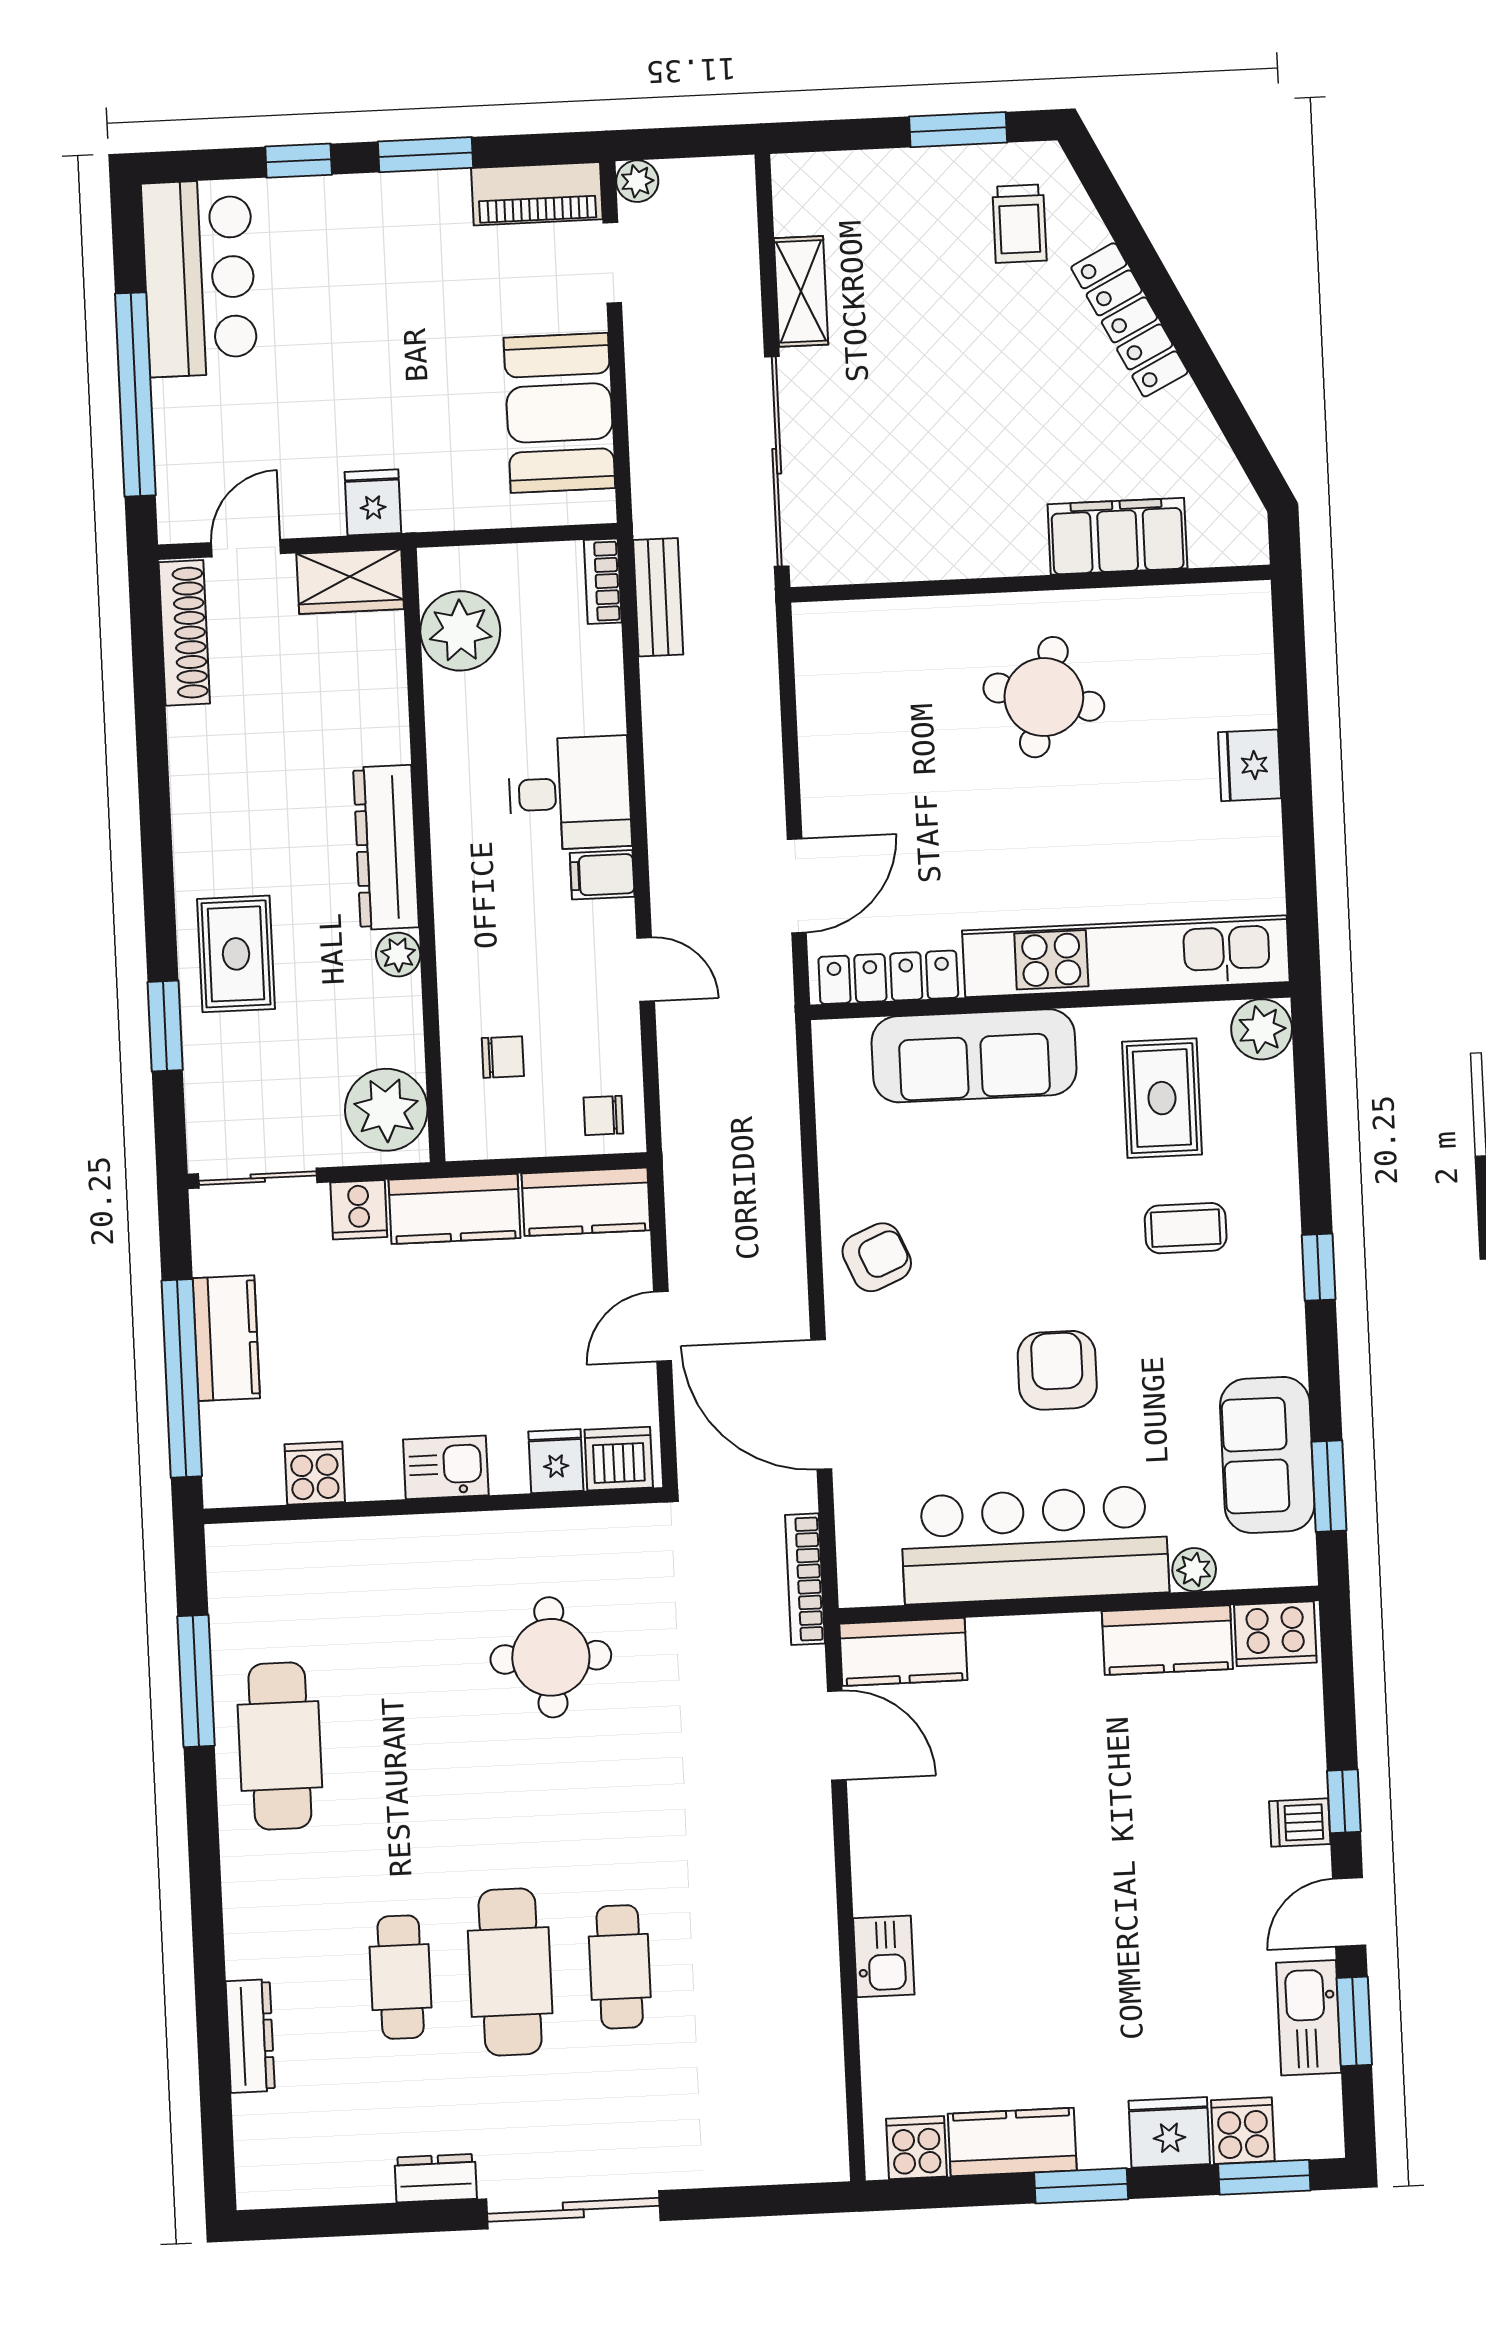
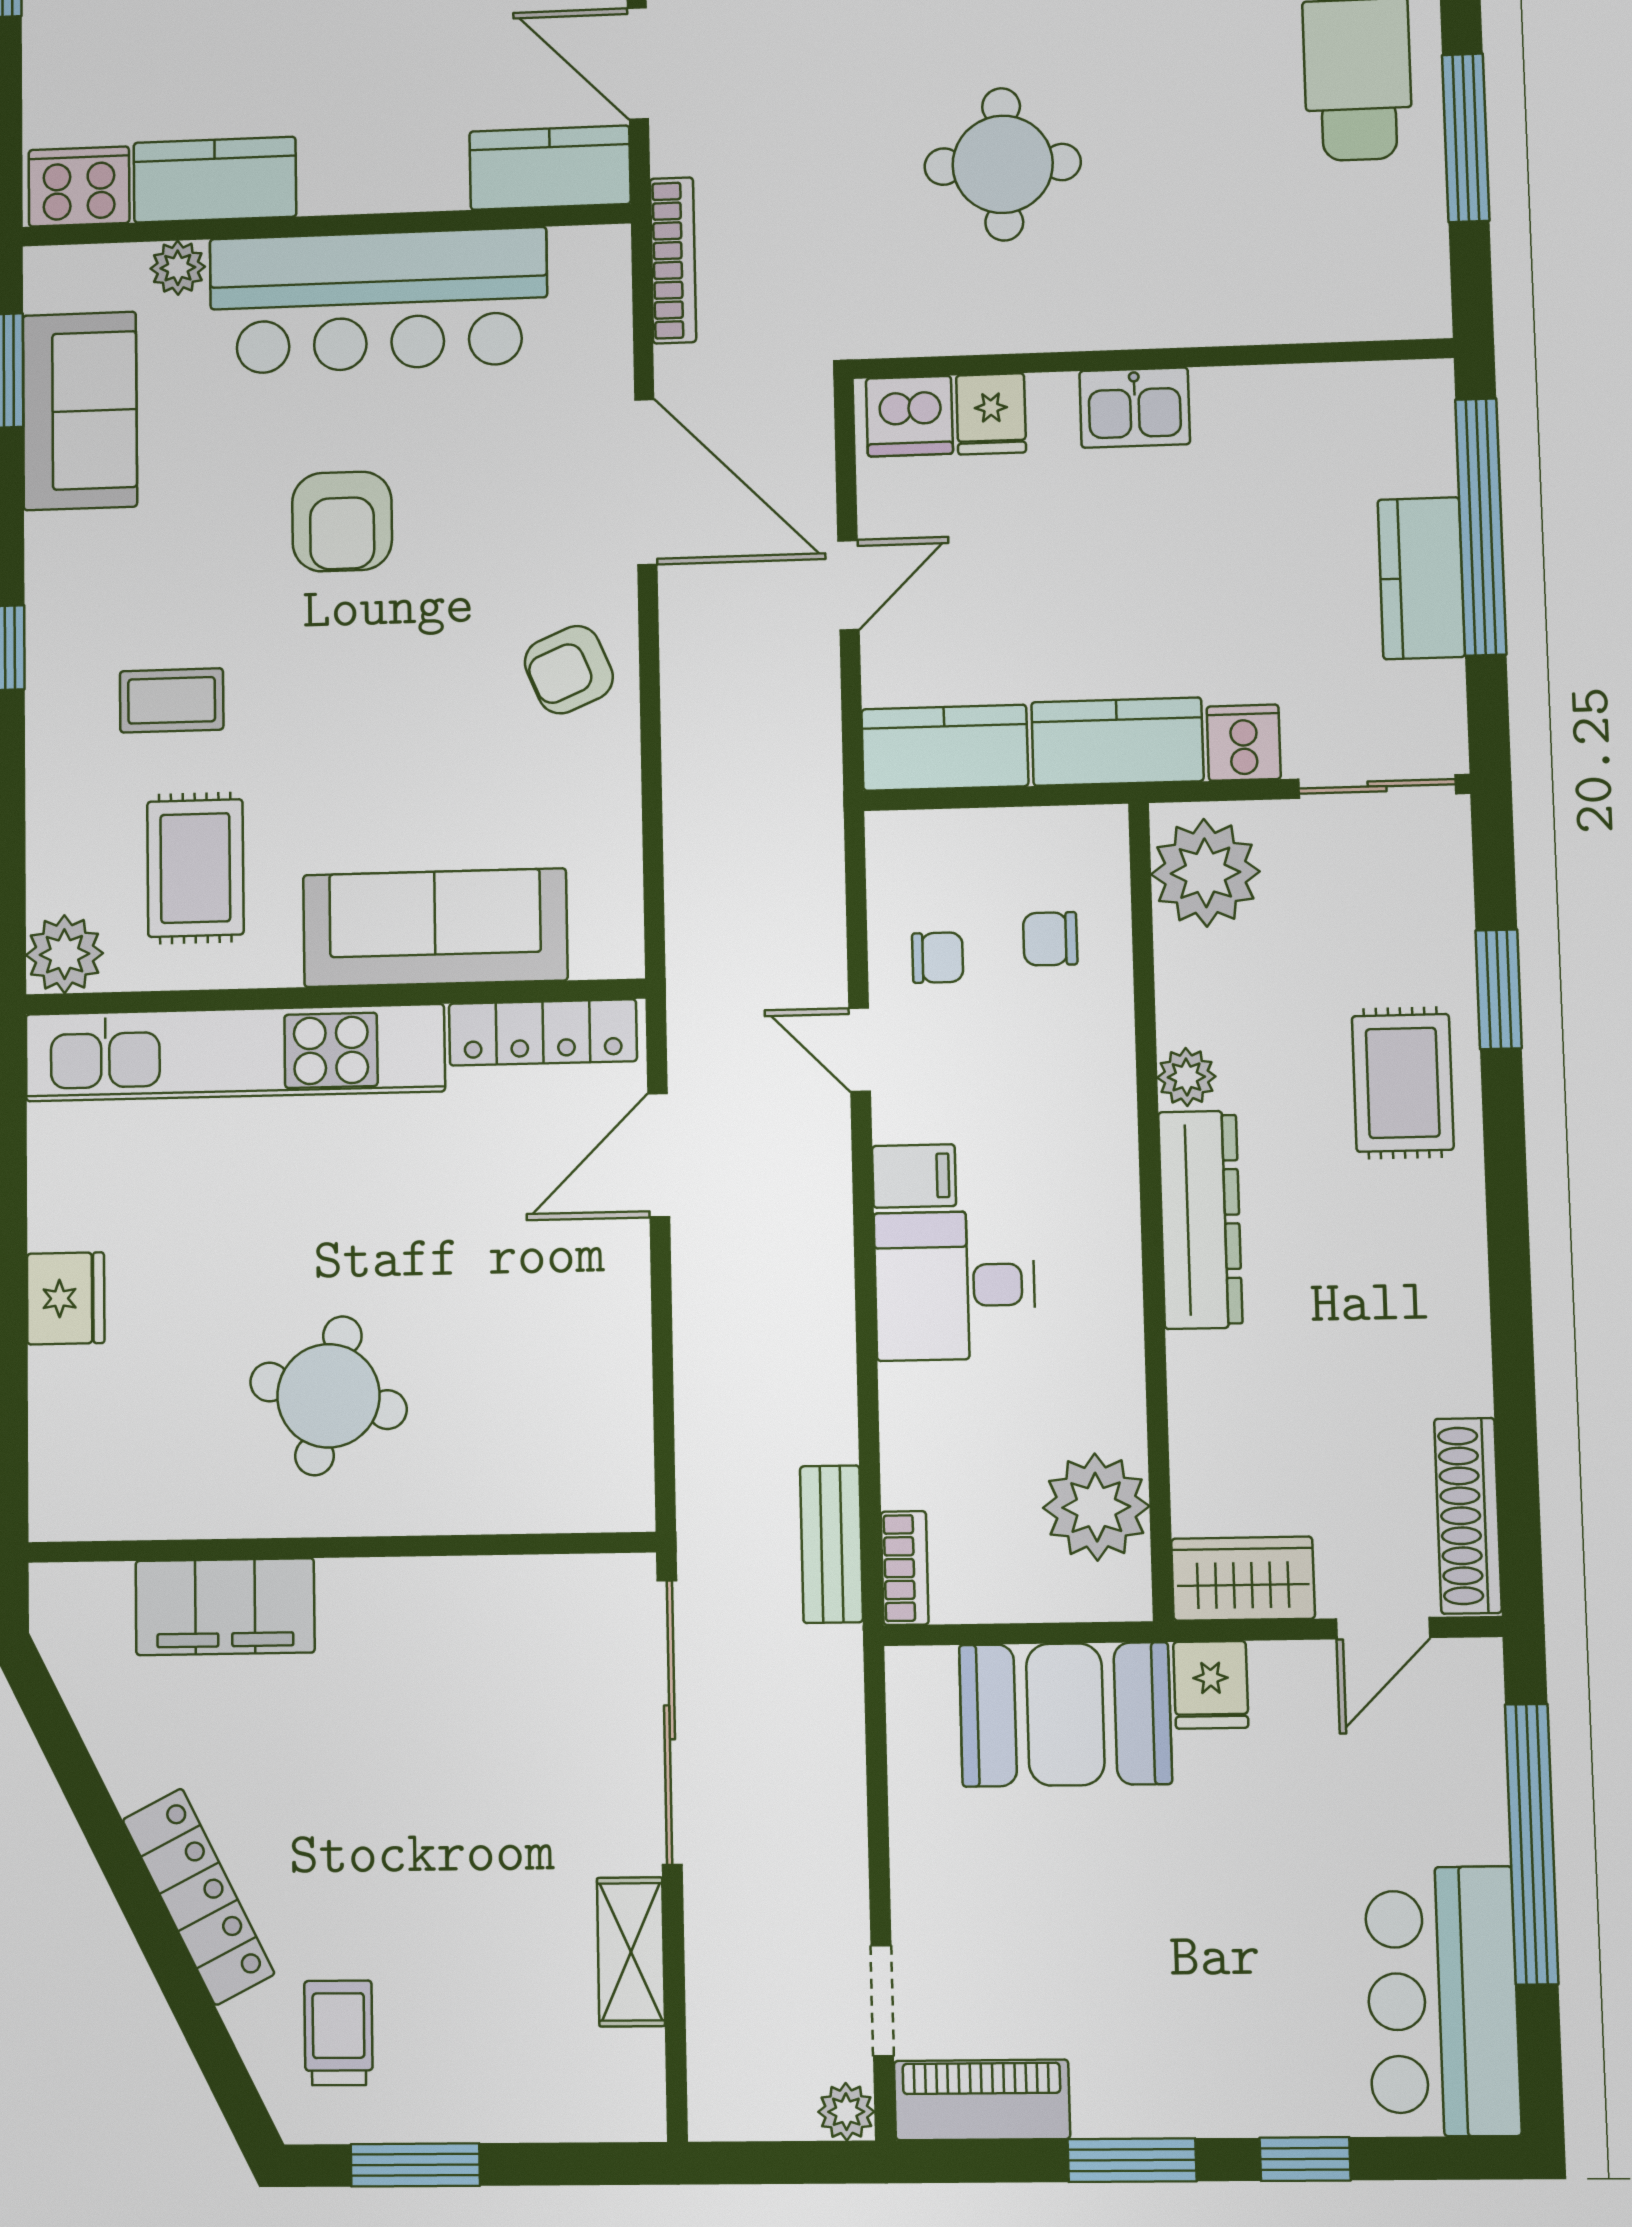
booth: (559, 413) -> (1065, 1714), moved, turned 90
chair: (603, 1116) -> (938, 958), moved
cooker: (315, 1473) -> (1307, 402), removed

